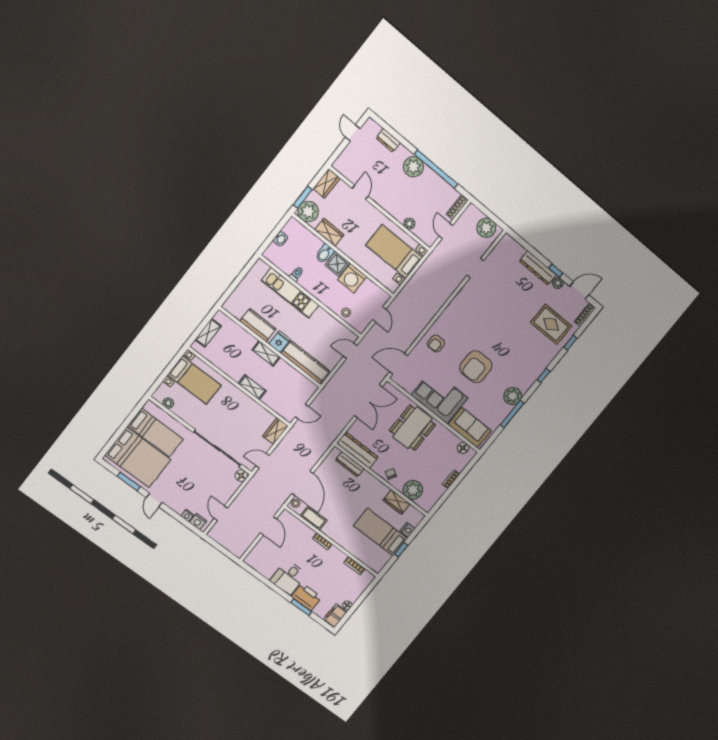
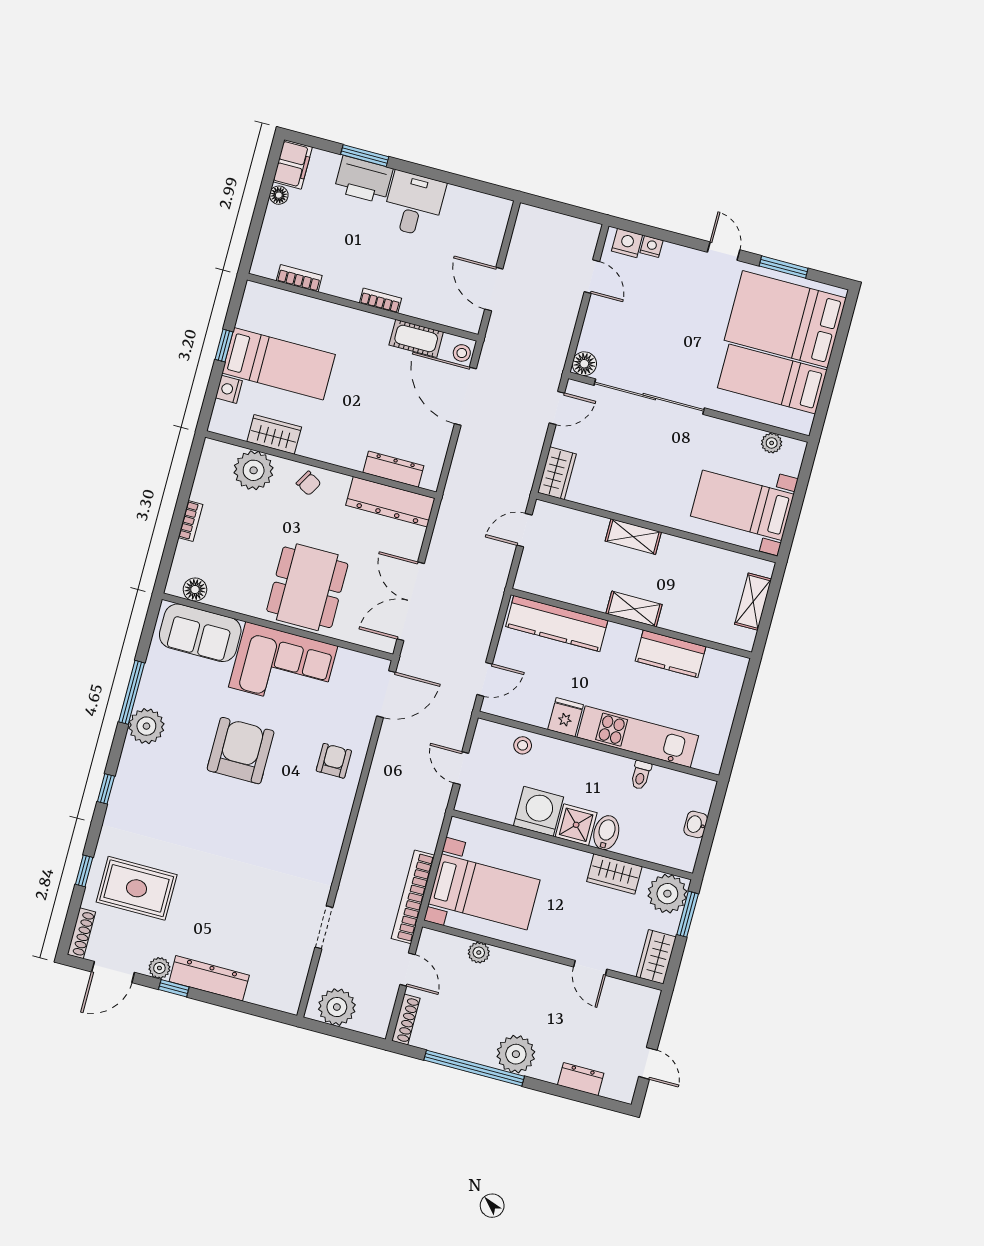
bookcase: (428, 264) -> (413, 897), added
fridge: (280, 342) -> (566, 717), moved, turned 180

